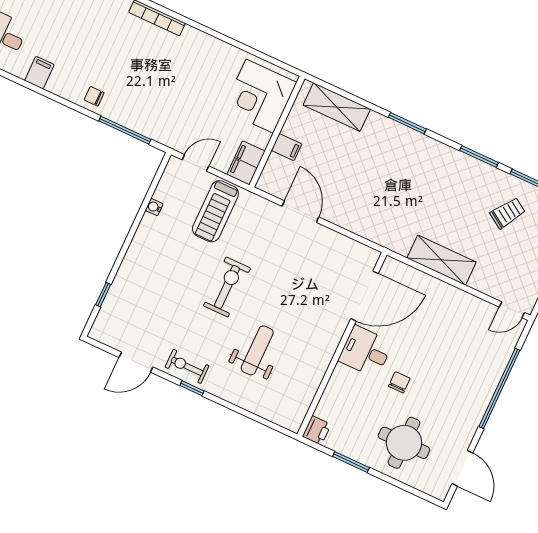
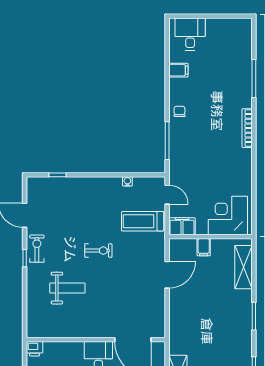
exercise bike: (227, 287) -> (98, 251), width x0.73, depth x0.72

